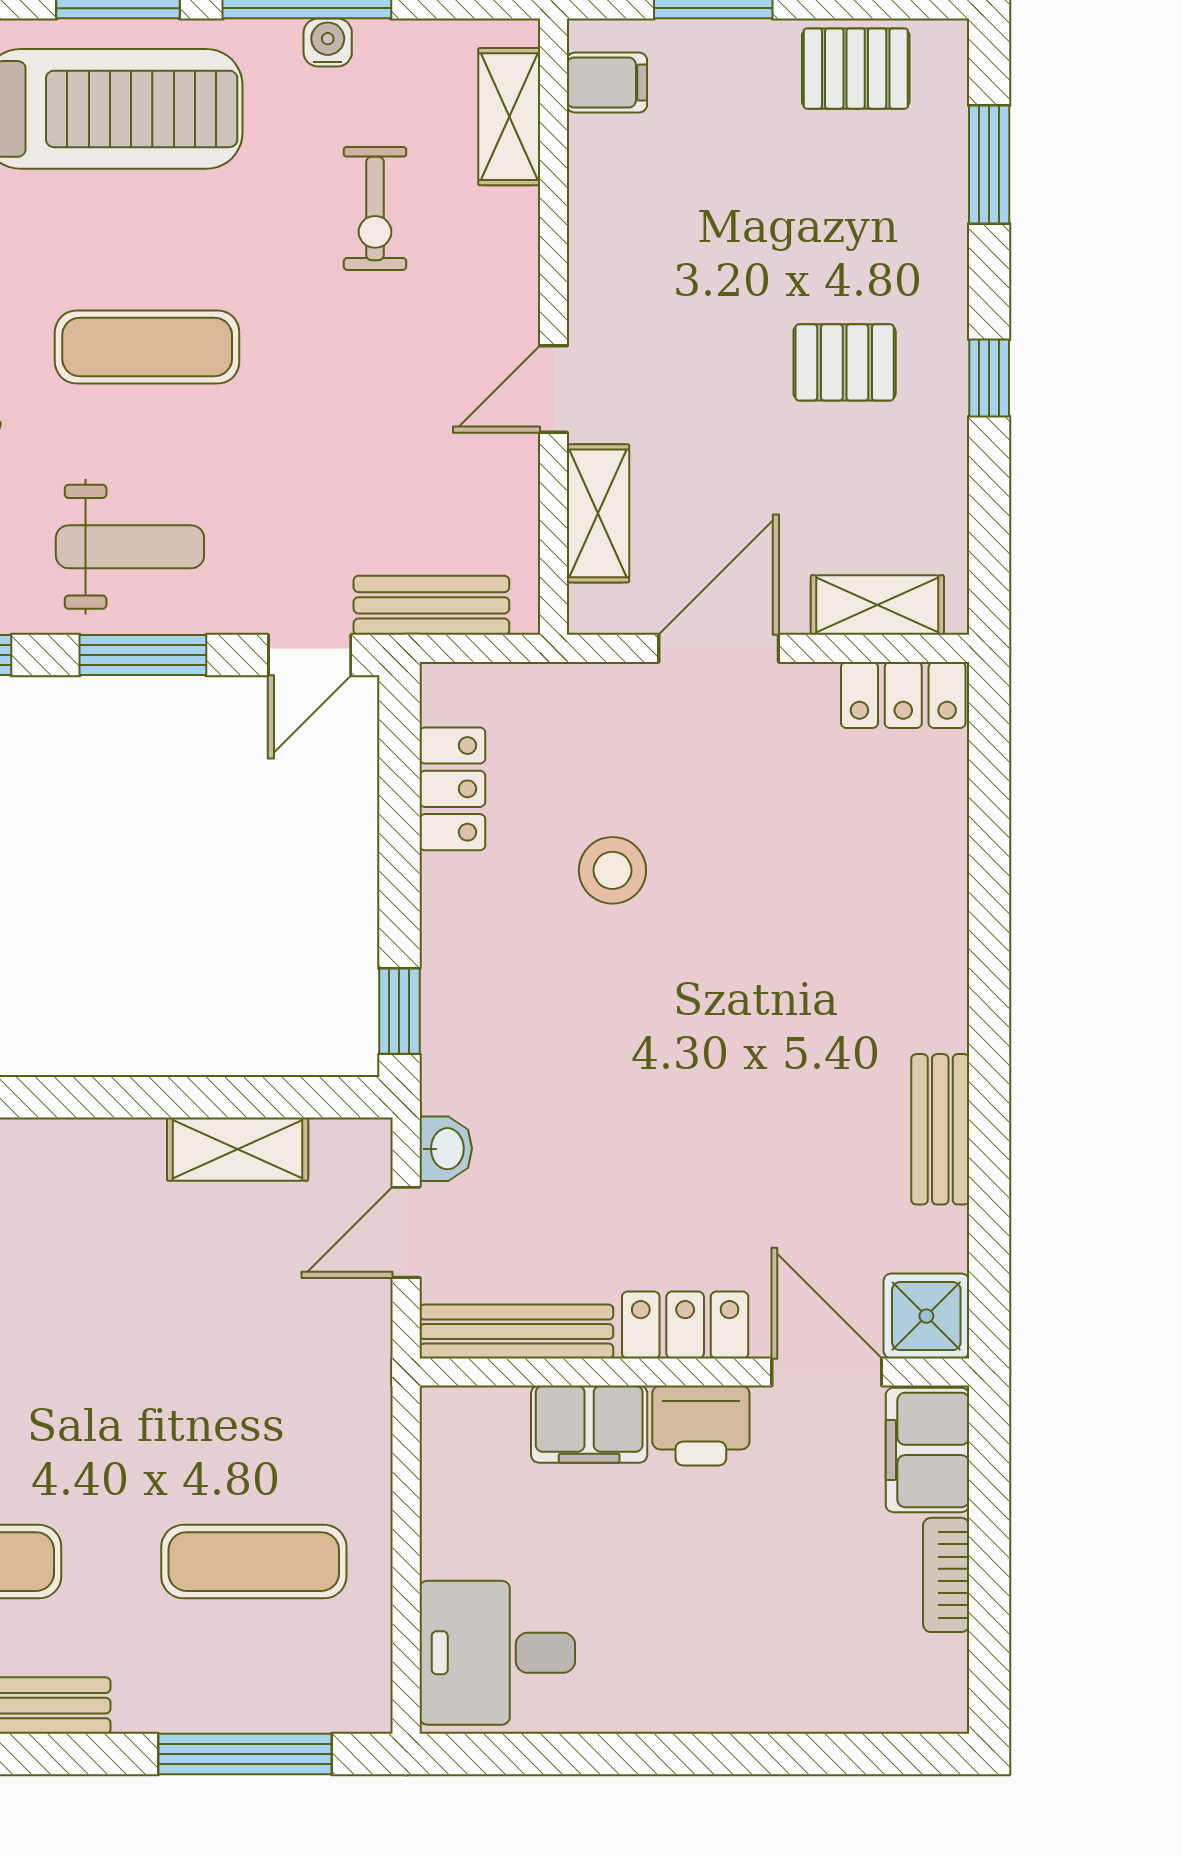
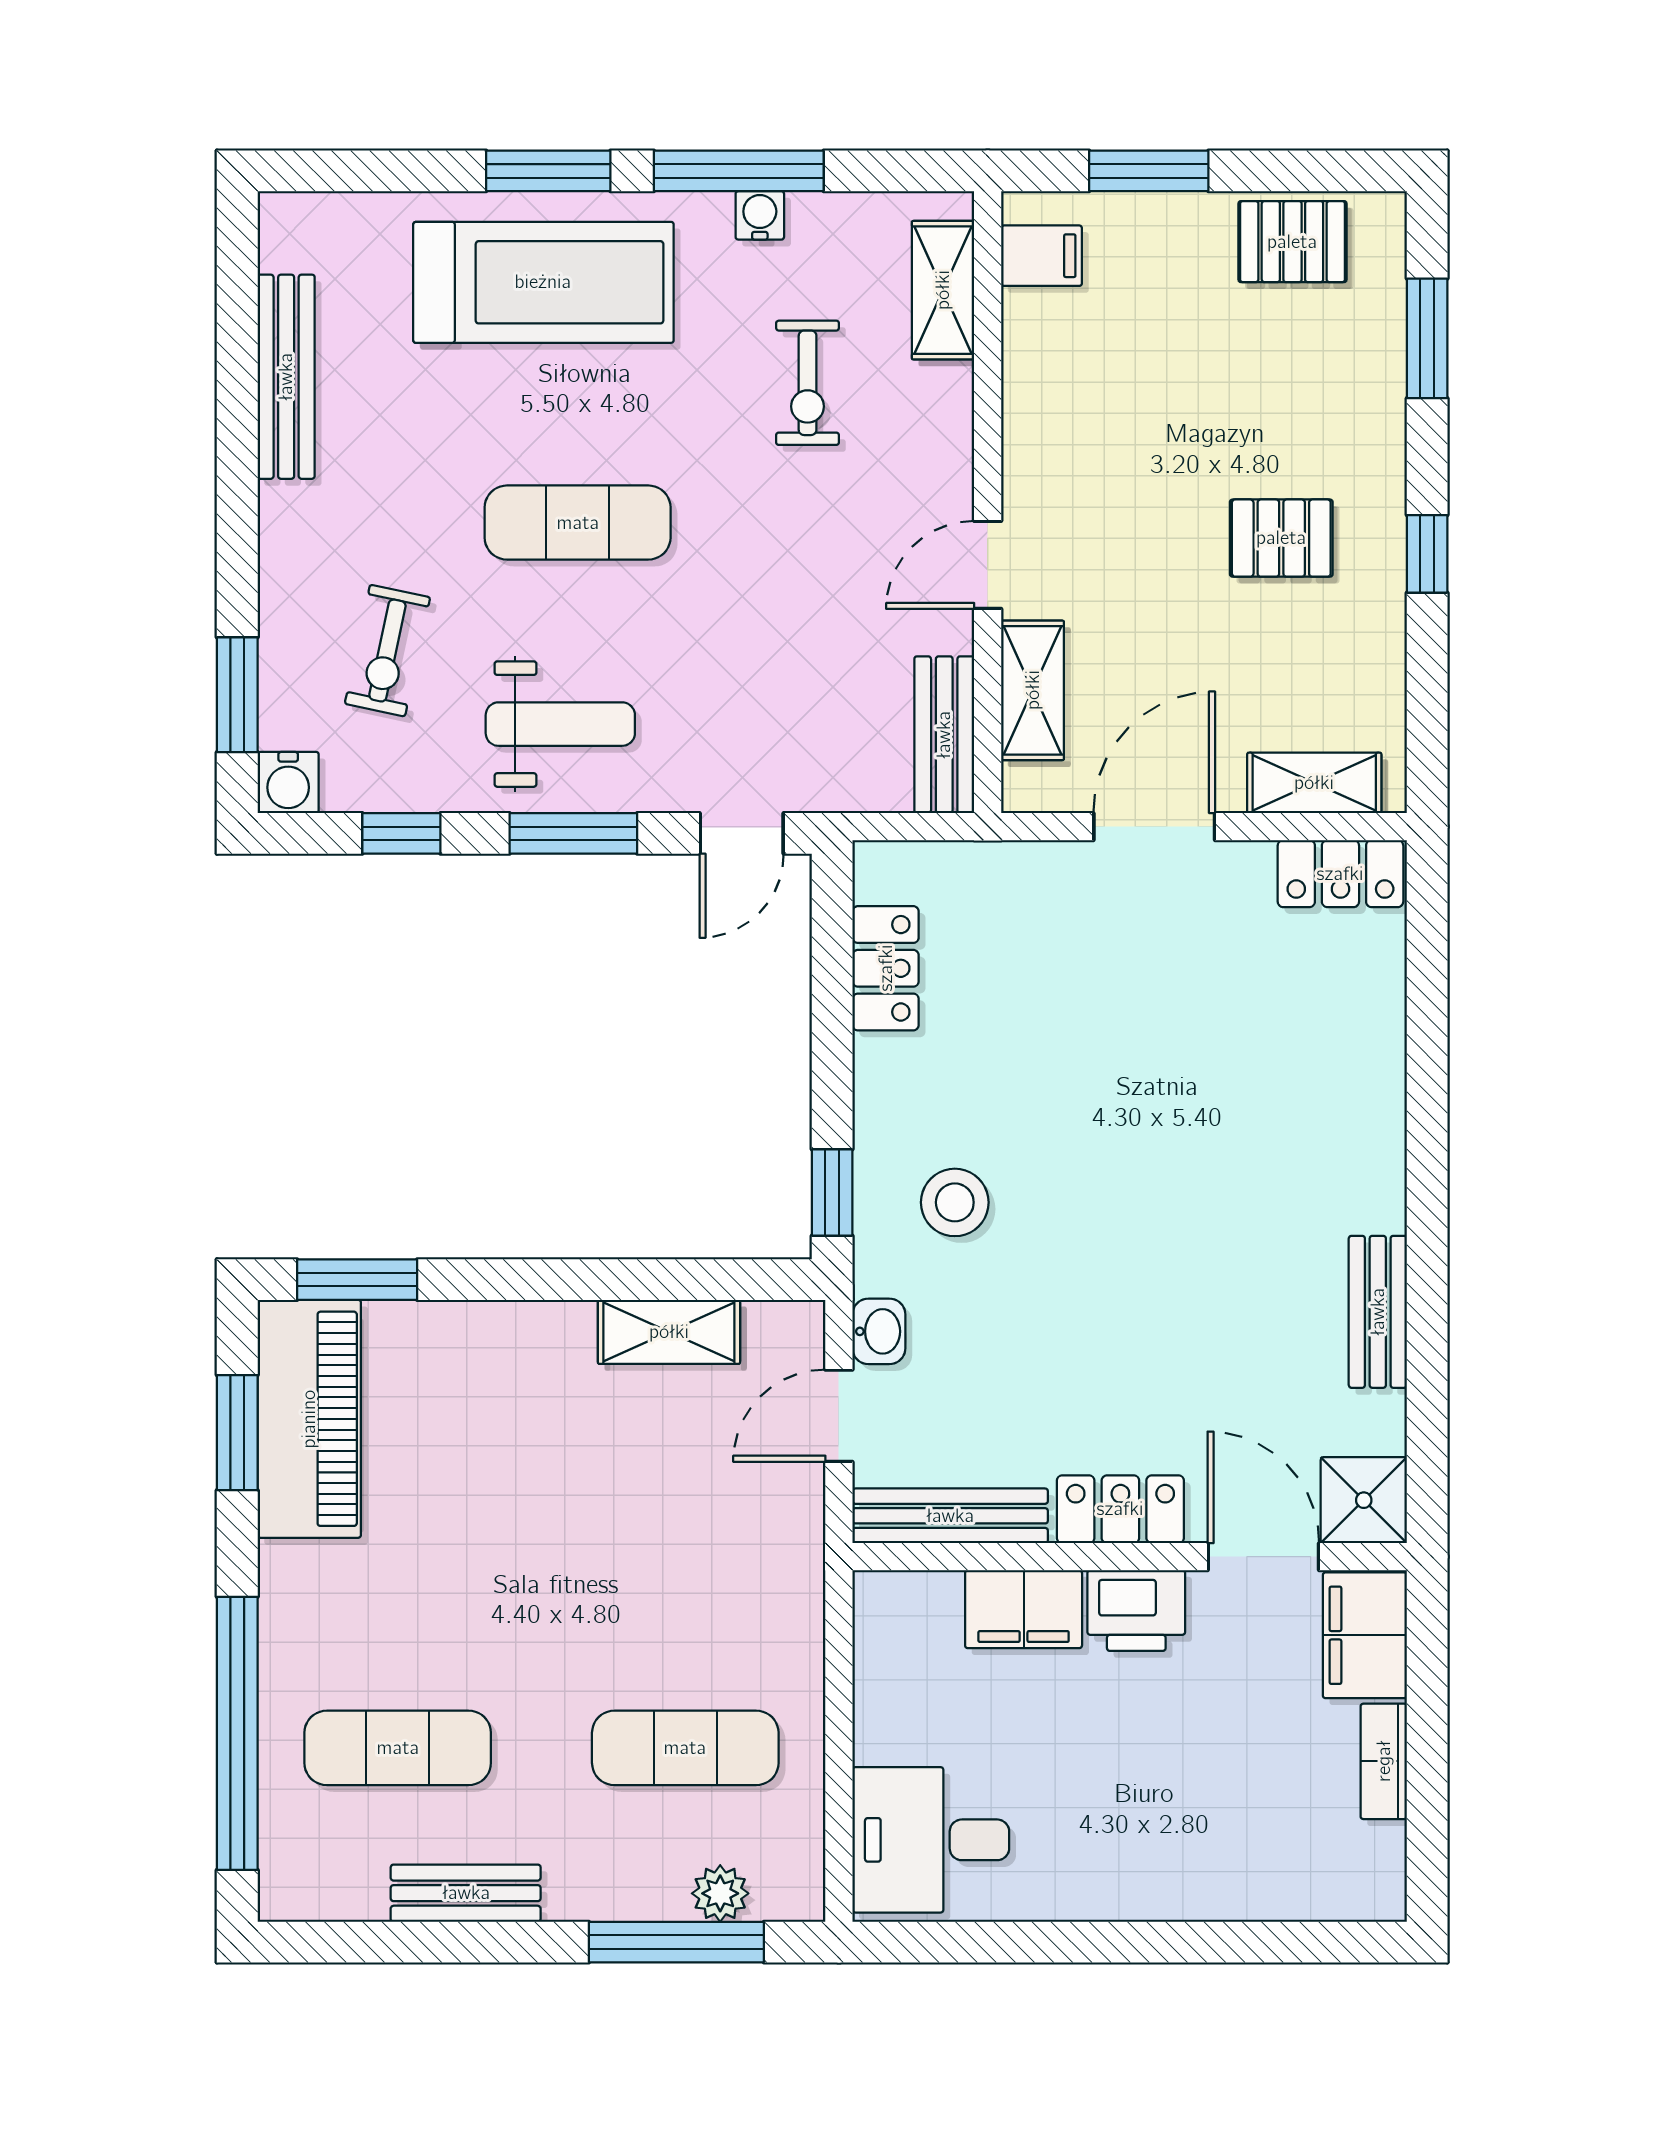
bench: (431, 605) -> (944, 735), moved, turned 90
stool: (612, 870) -> (955, 1202), moved
plant: (288, 1706) -> (720, 1893), added

